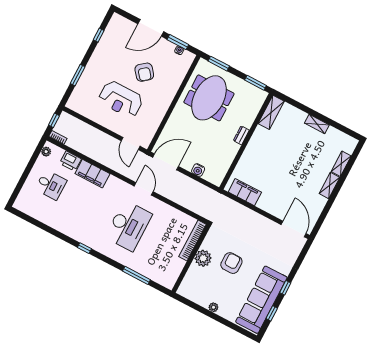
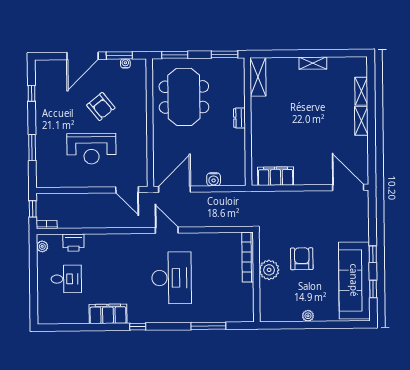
filing cabinet: (92, 174) -> (108, 314), moved, turned 180

